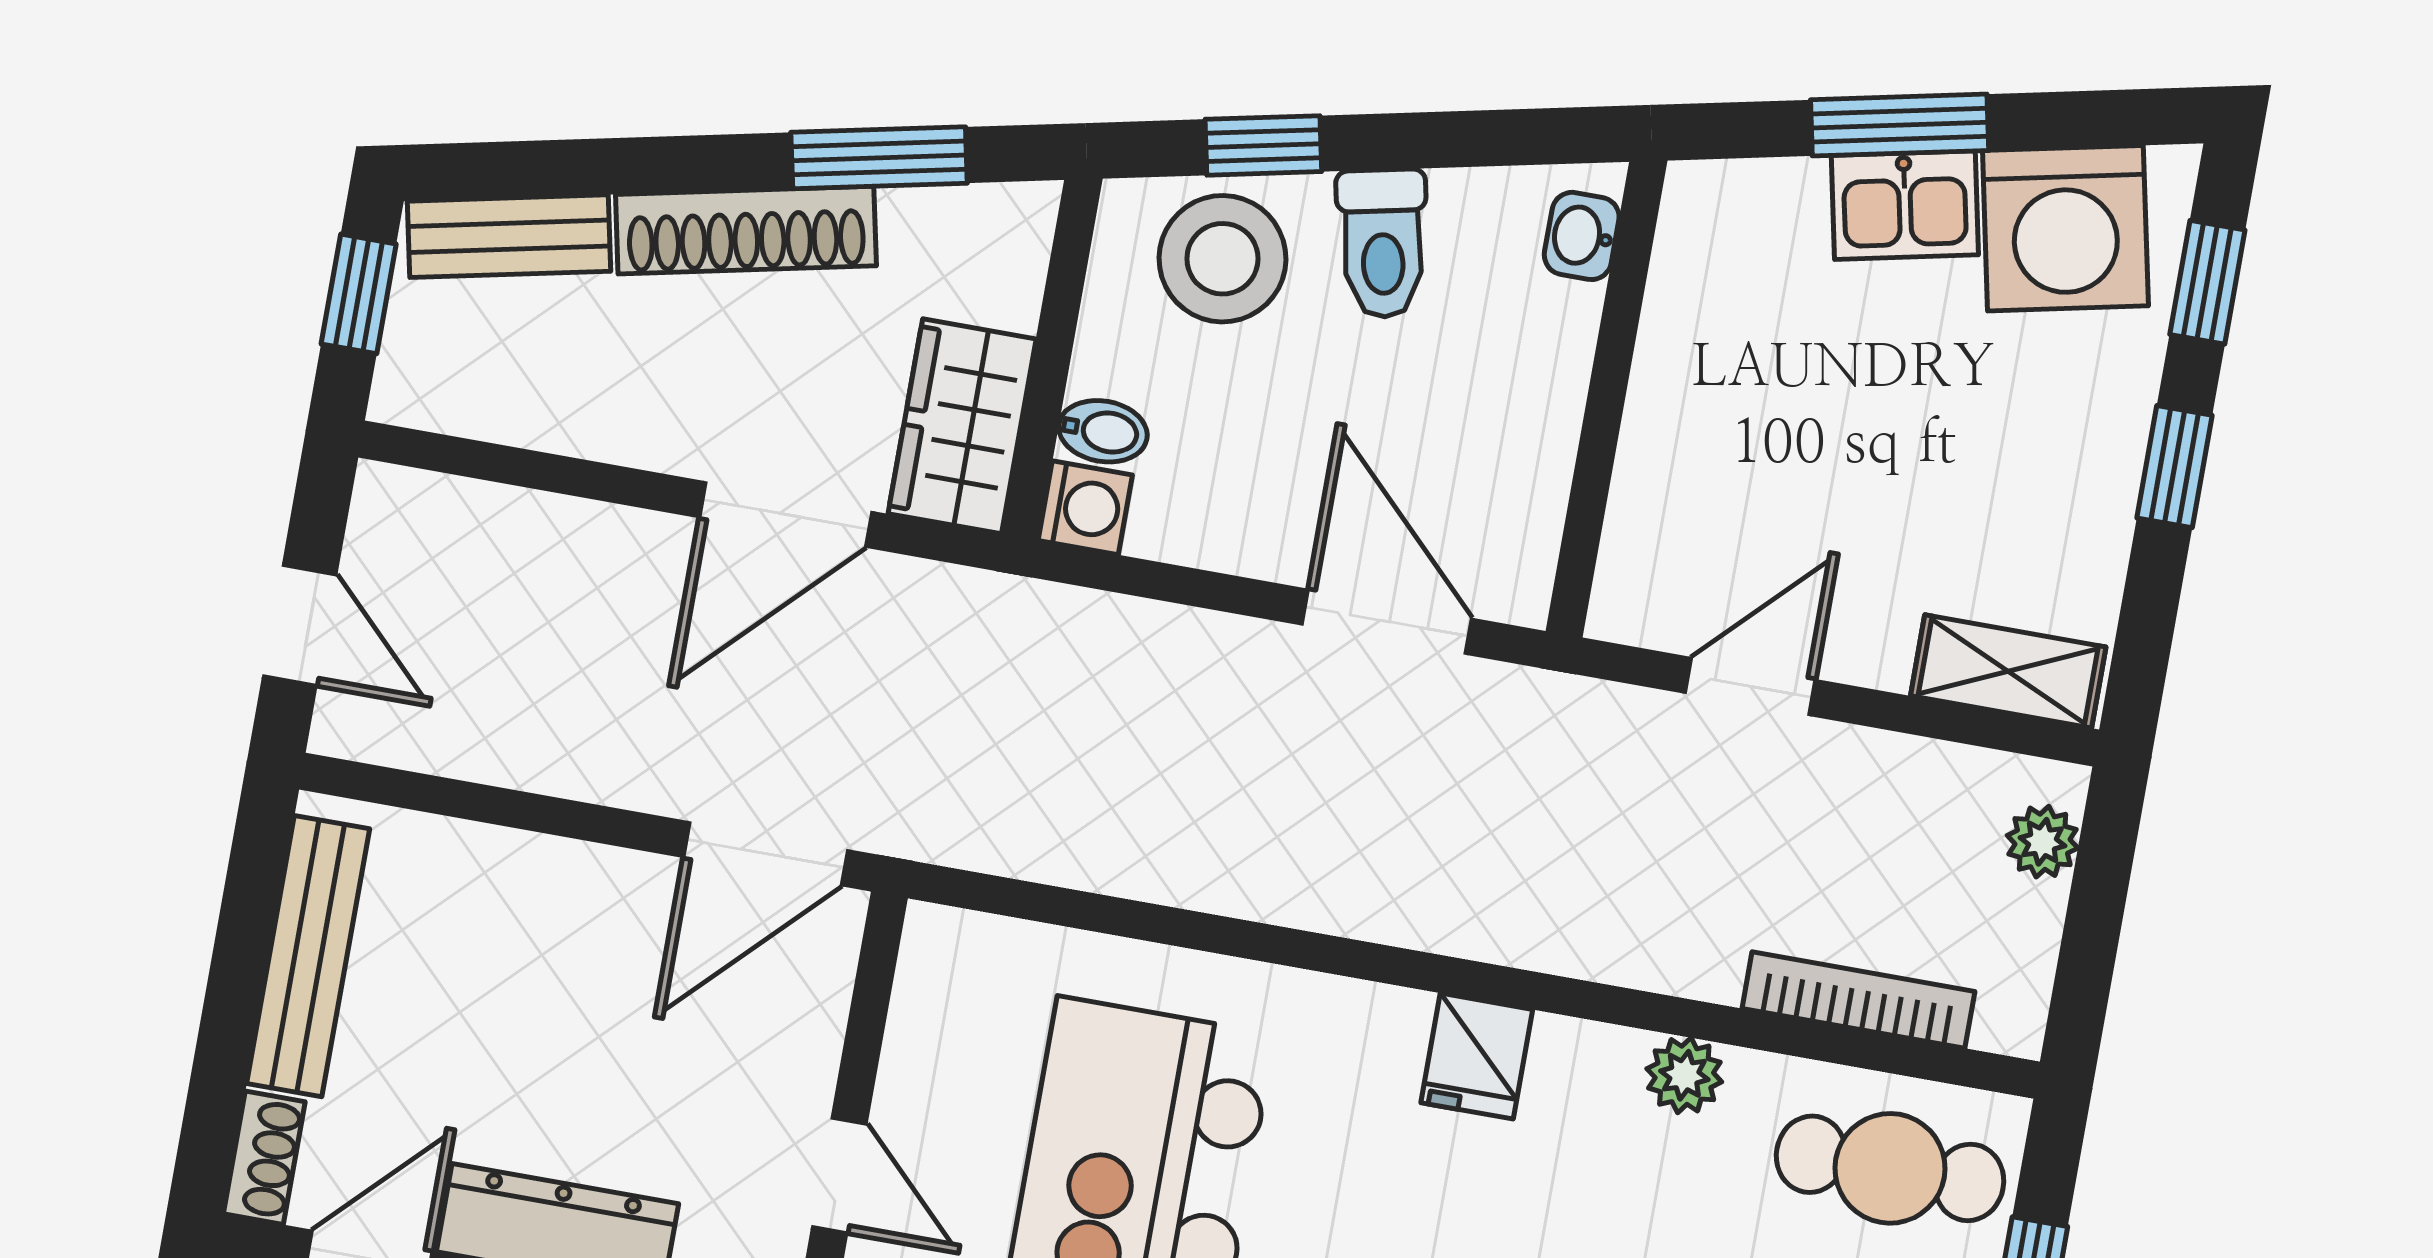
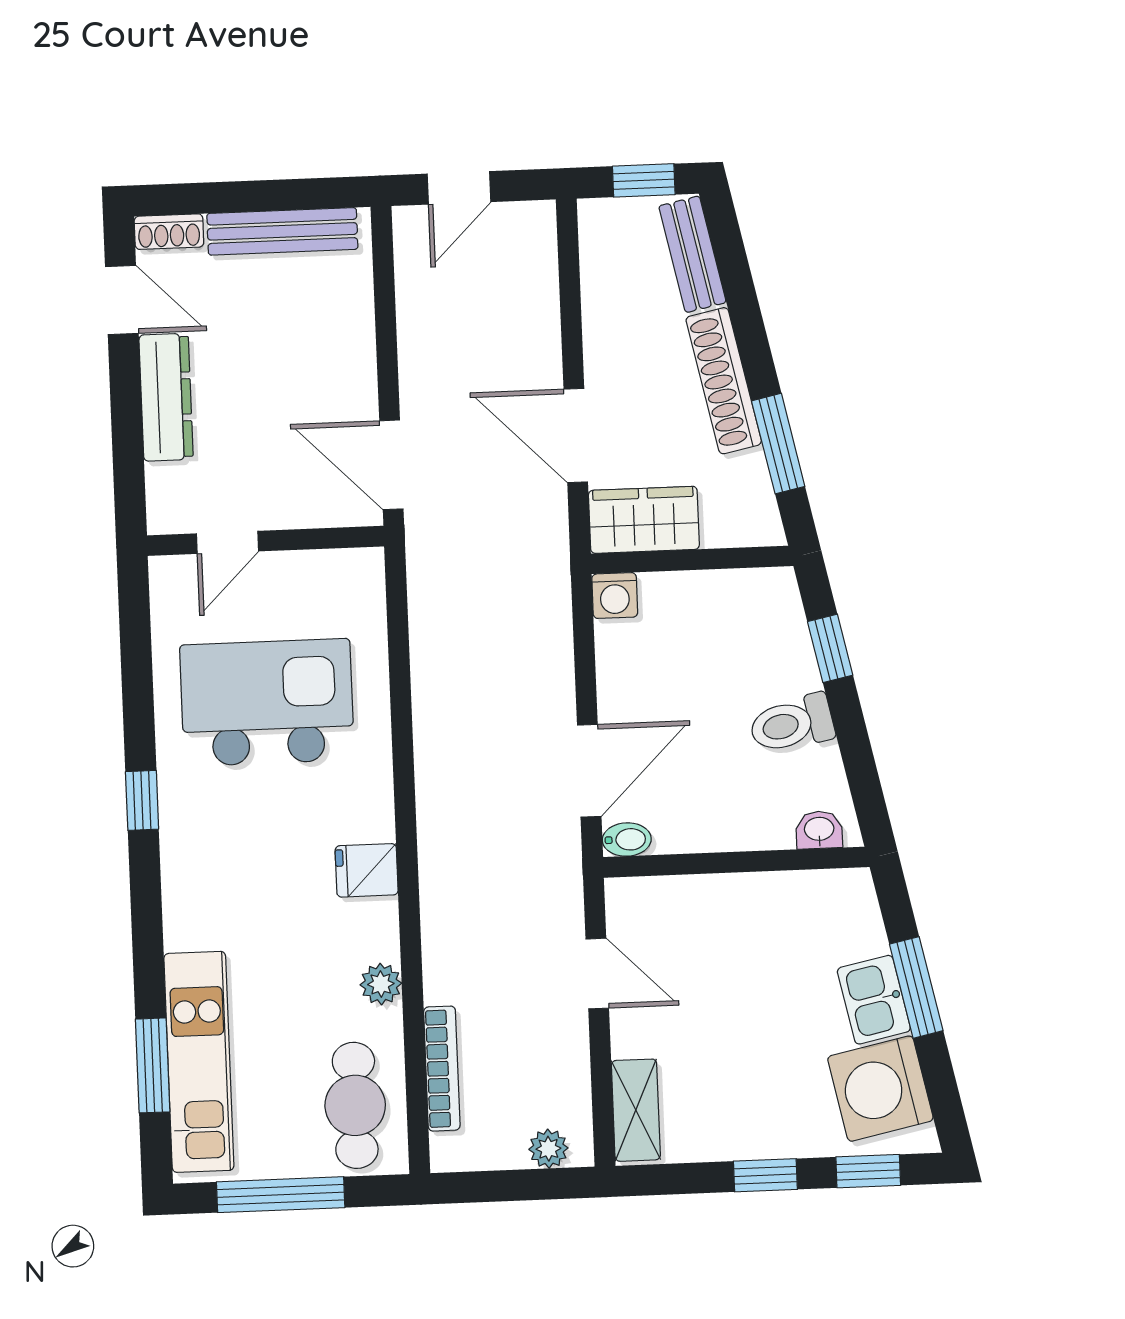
stool: (1222, 259) -> (765, 640), removed
bidet: (1103, 431) -> (627, 839), moved, turned -90

